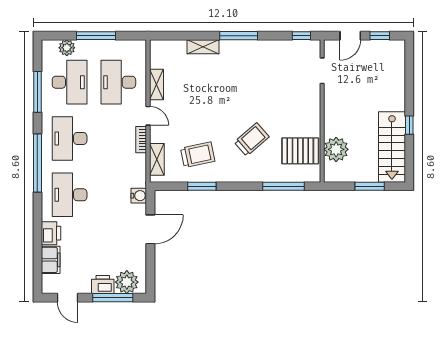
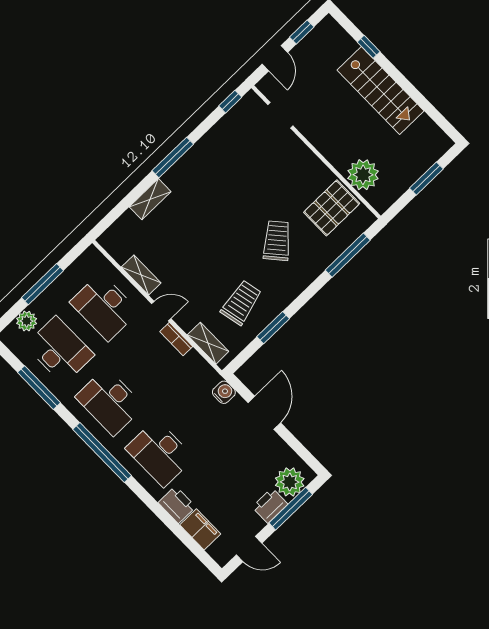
window: (409, 125) -> (369, 47), moved
stairs: (392, 147) -> (380, 90), moved

